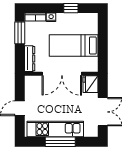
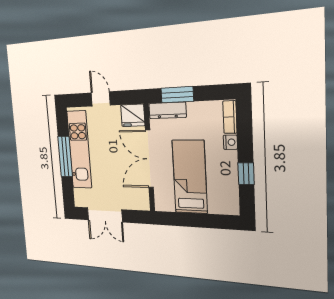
window: (20, 33) -> (177, 95), moved
fridge: (91, 84) -> (133, 115), moved, turned 180

